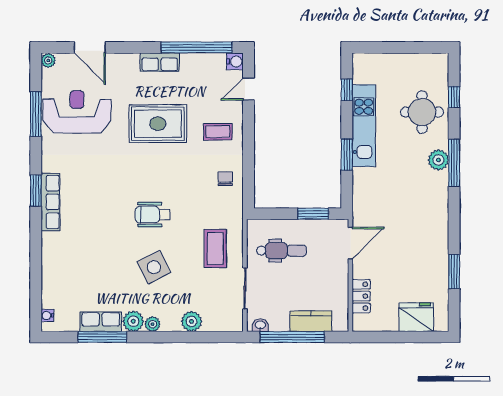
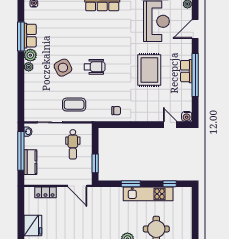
window: (197, 47) -> (195, 75), moved
coffee table: (218, 132) -> (144, 106), removed
wheelchair: (153, 215) -> (95, 67), turned 90
plant: (192, 321) -> (30, 90), removed

